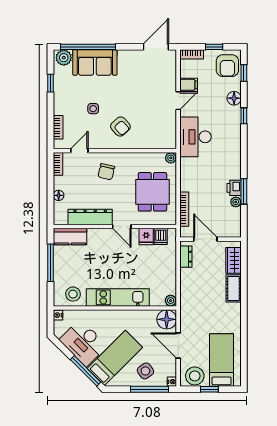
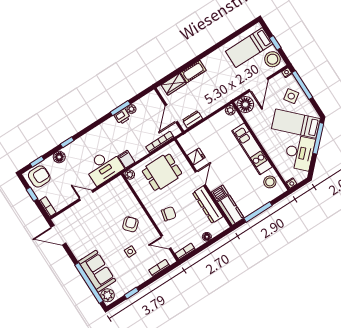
filing cabinet: (189, 85) -> (126, 159), moved
dishwasher: (161, 236) -> (220, 193), moved

